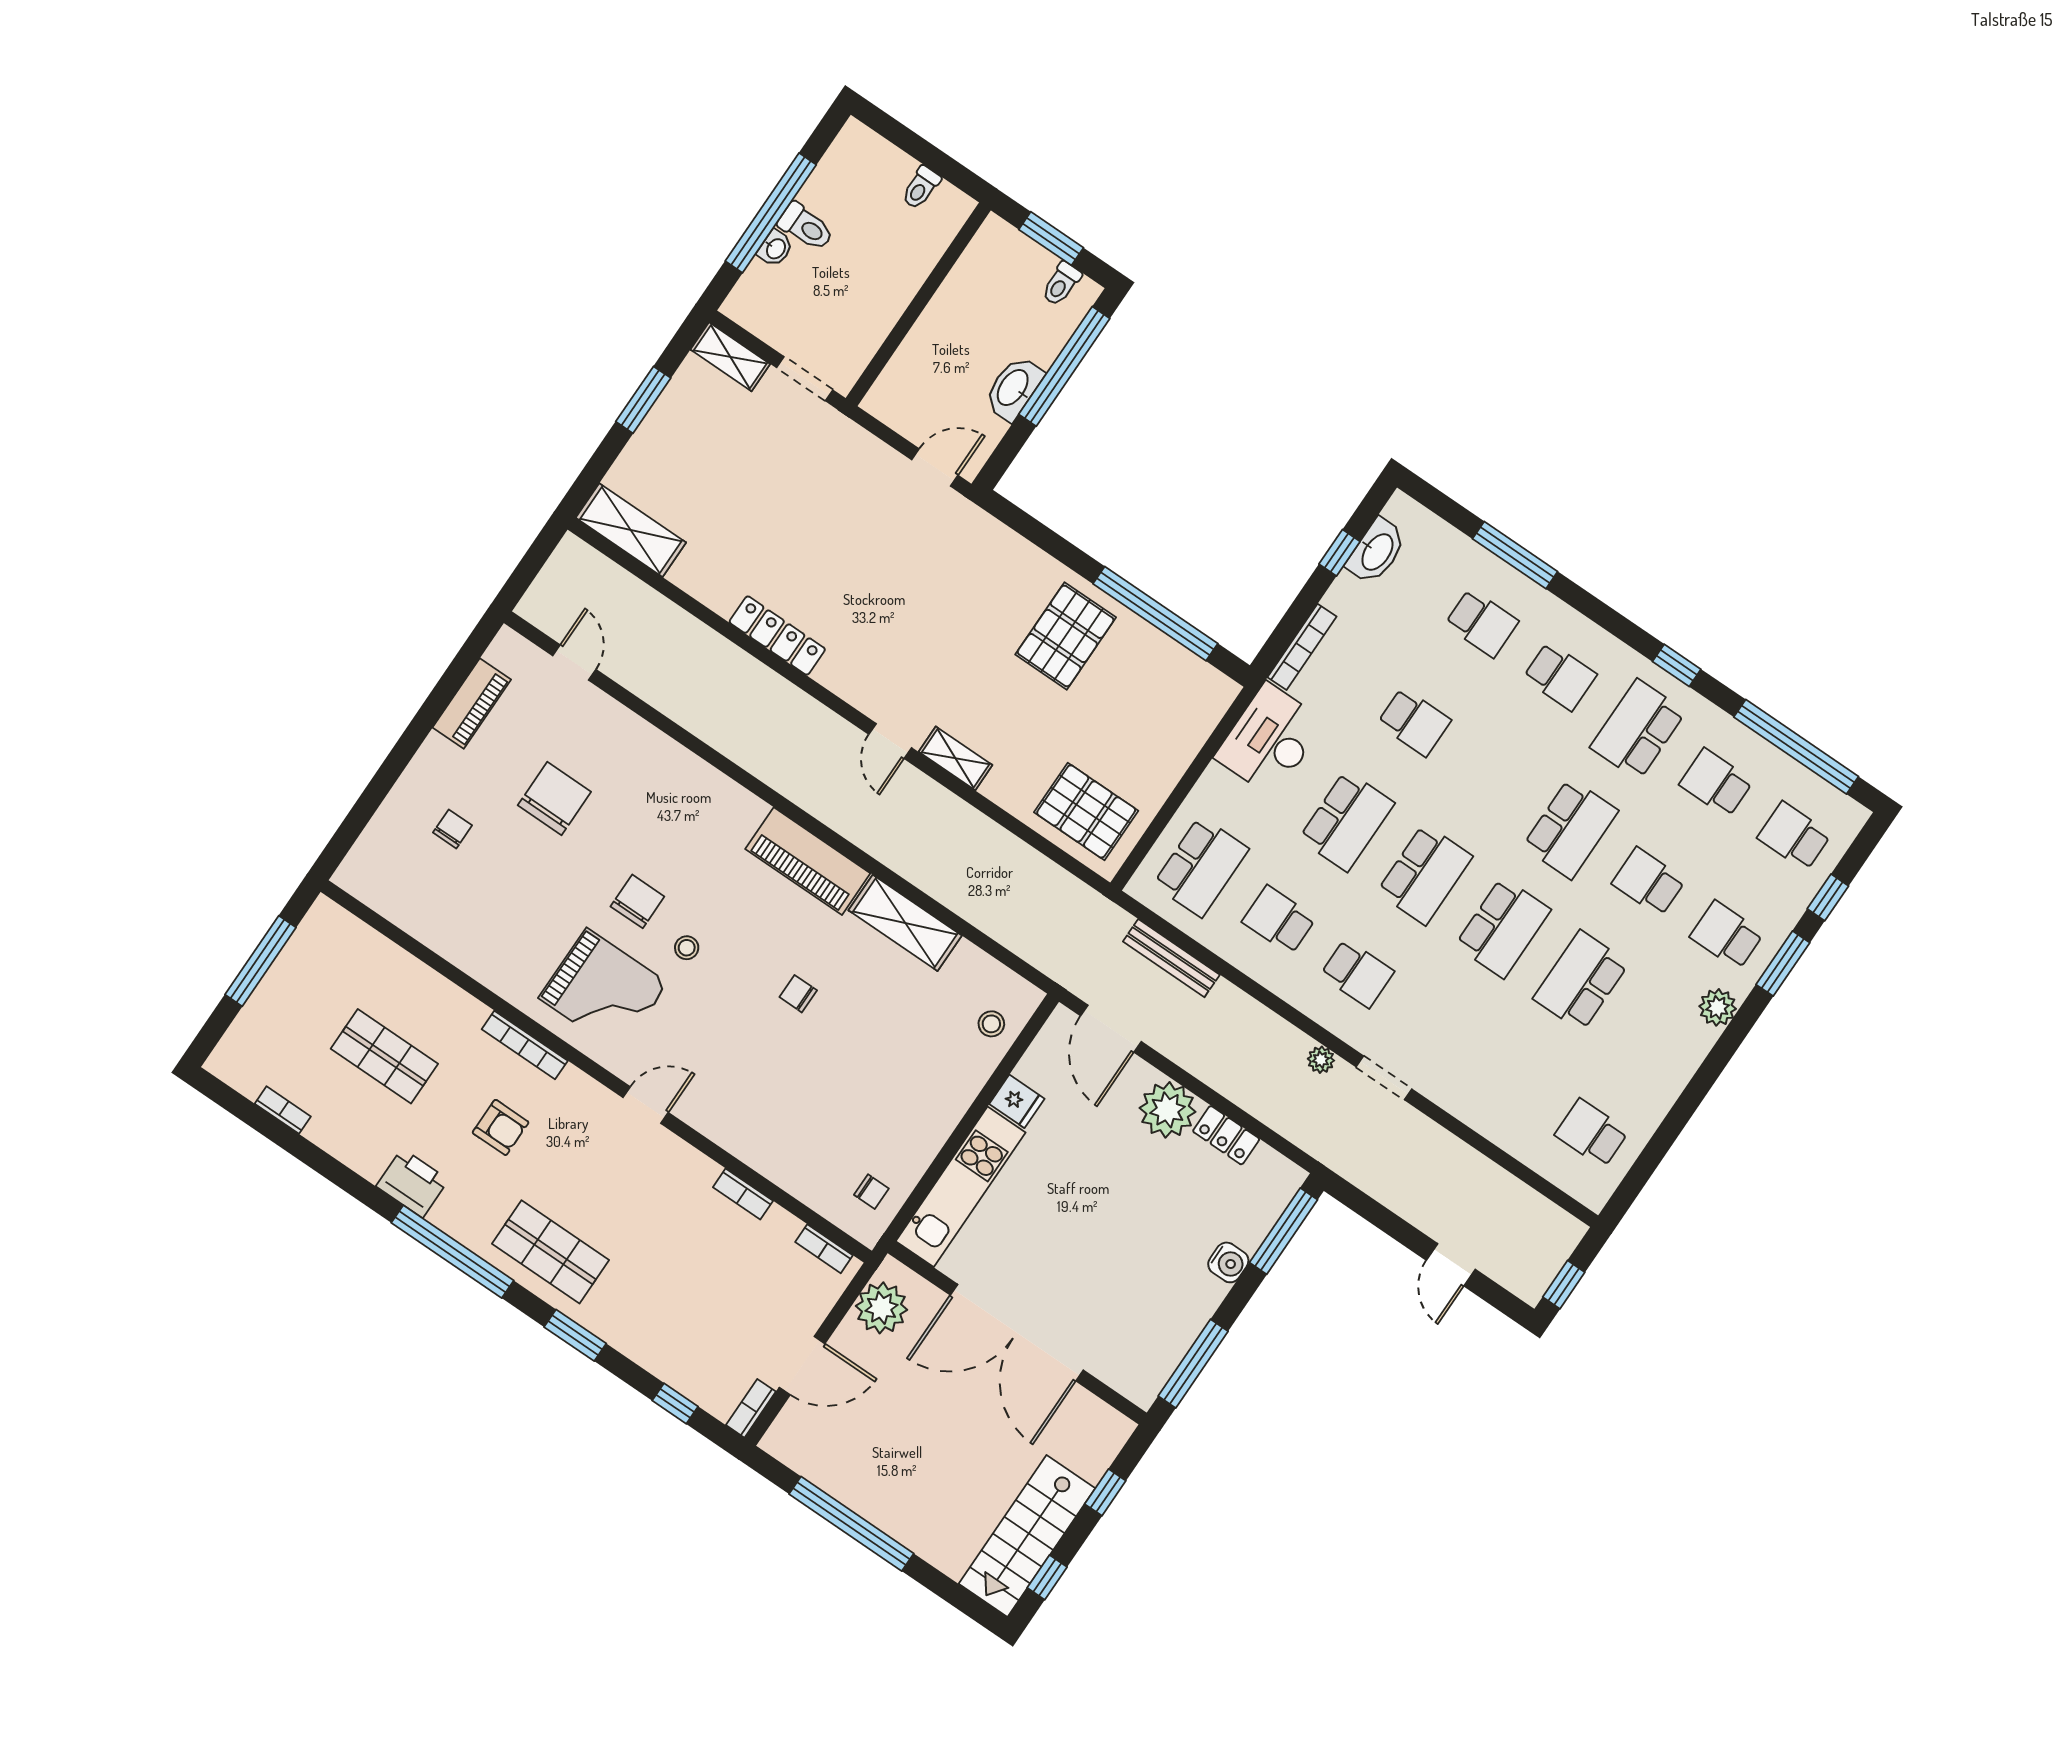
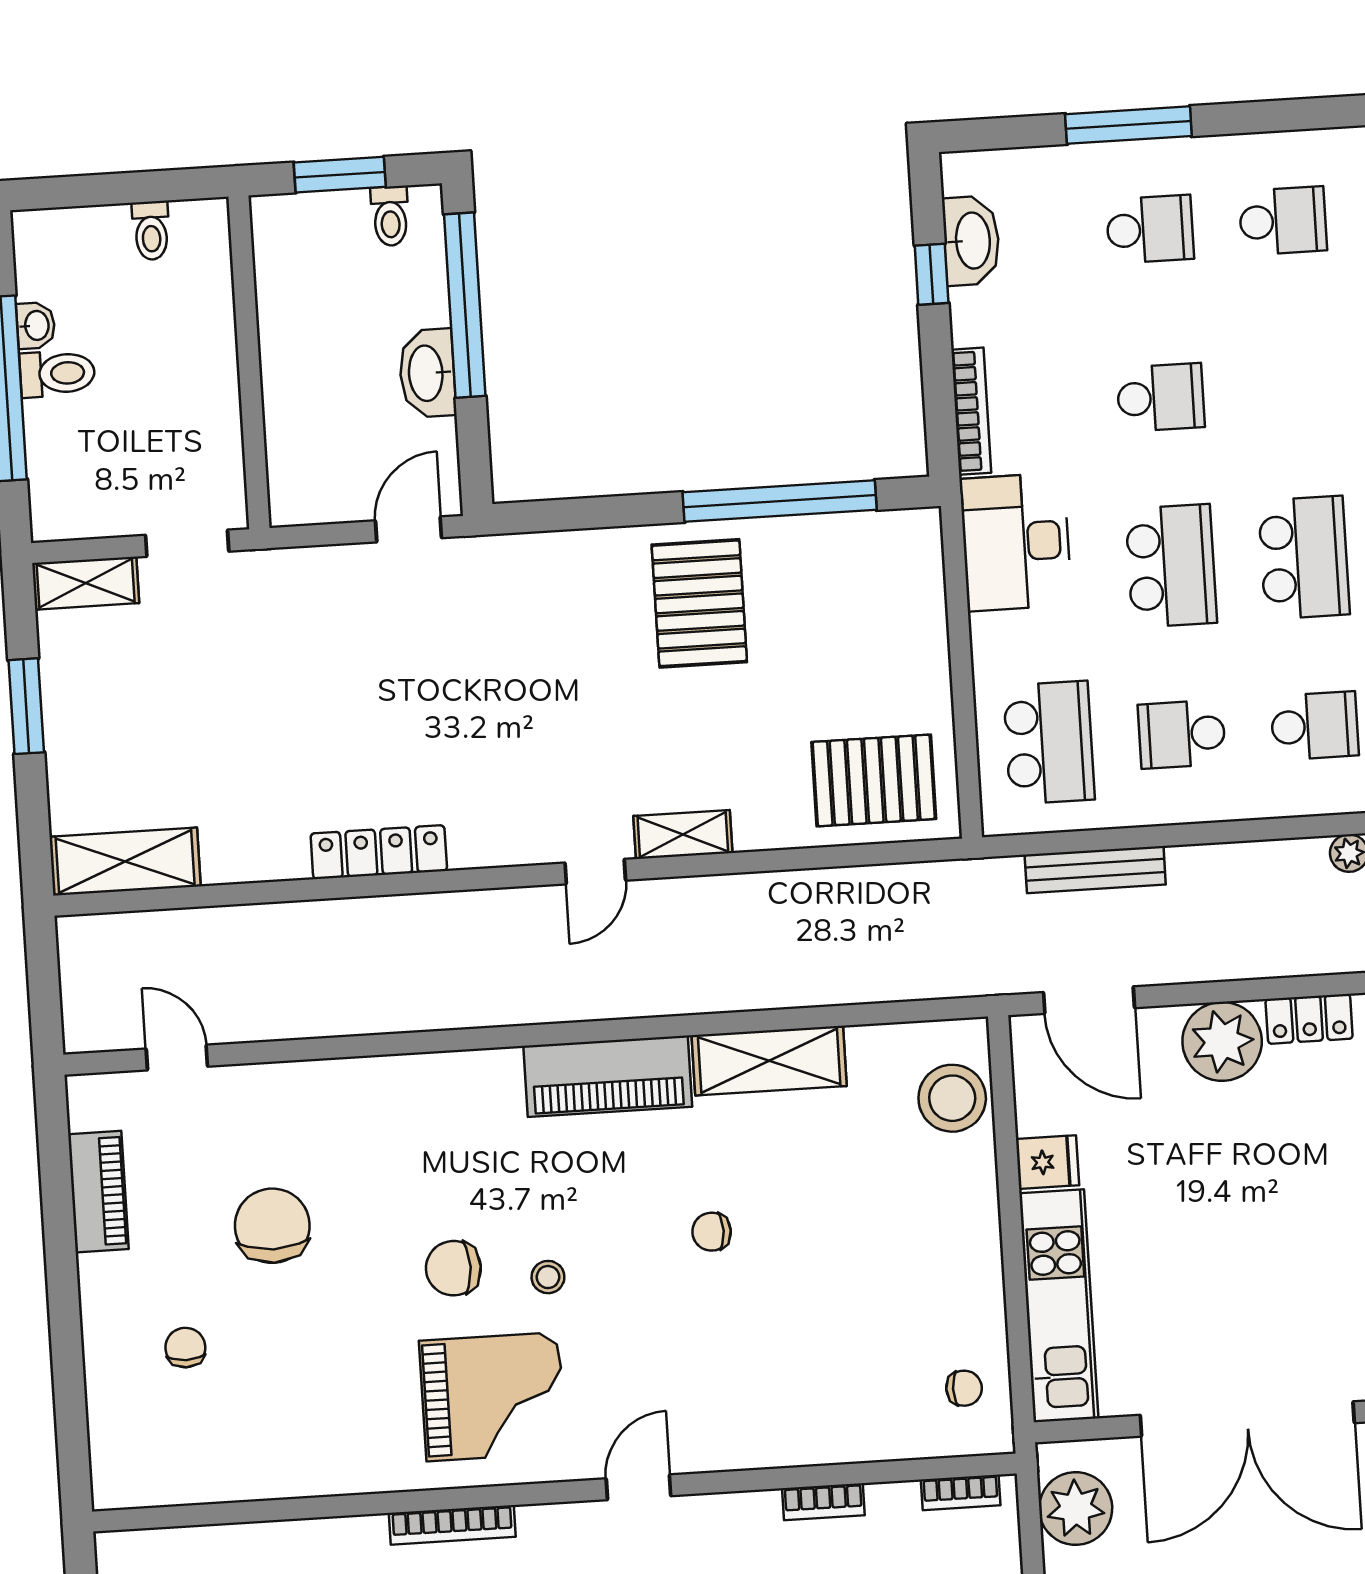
washbasin: (775, 248) -> (36, 326), moved
door: (890, 741) -> (595, 872), hinge flipped
chair: (637, 901) -> (453, 1268), turned -90
stool: (991, 1024) -> (952, 1098), width x1.89, depth x1.89

